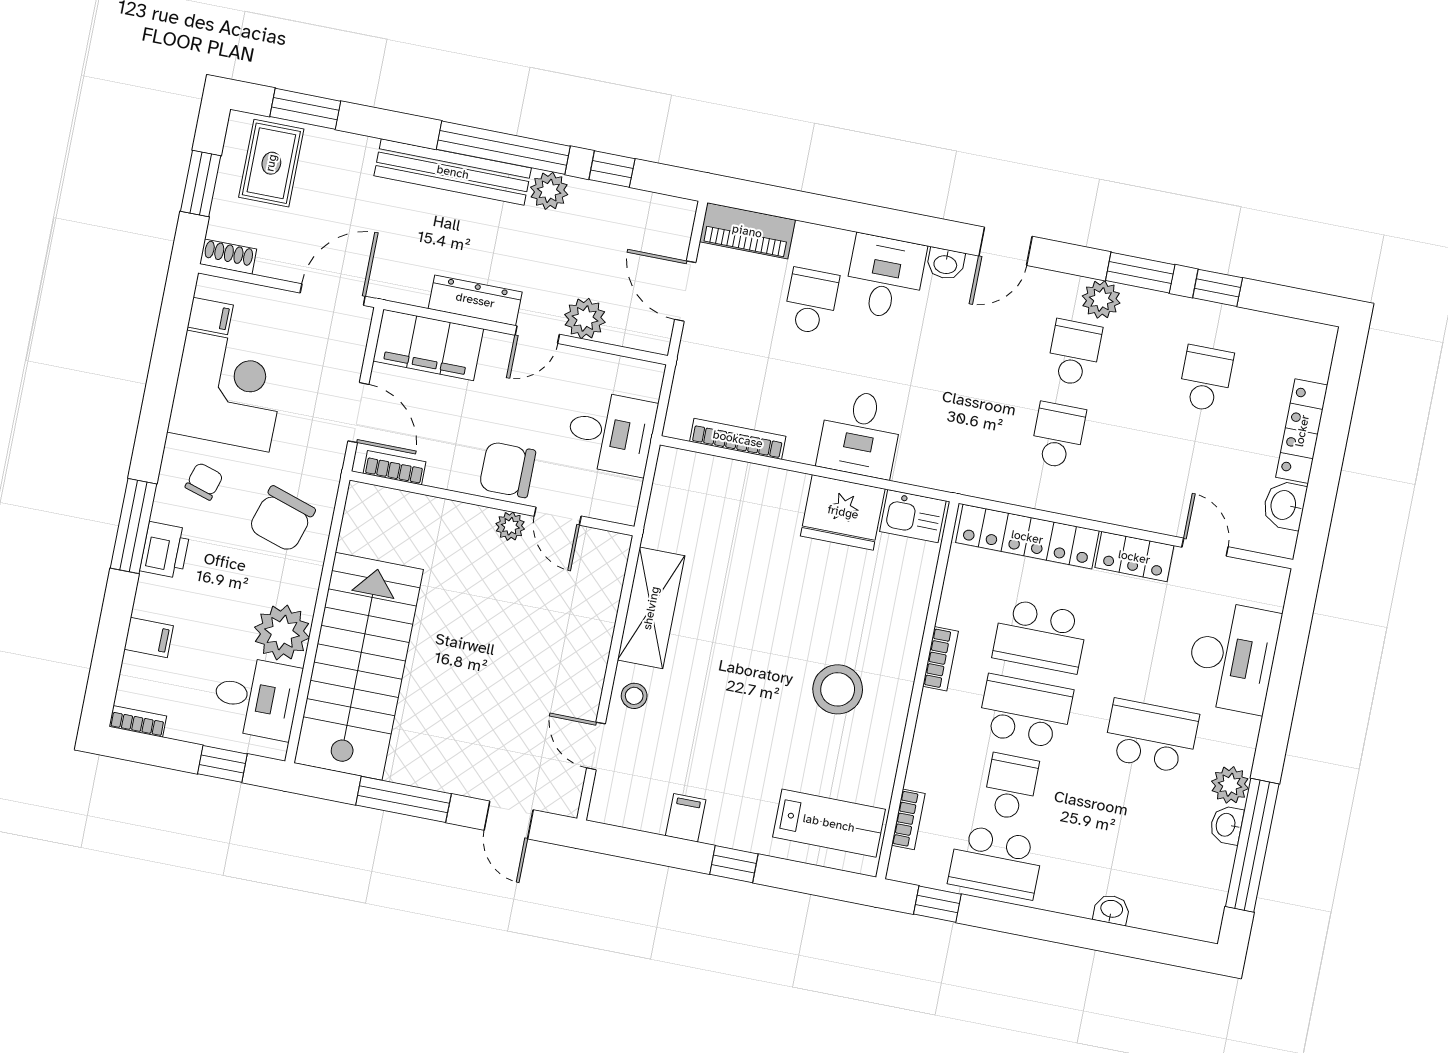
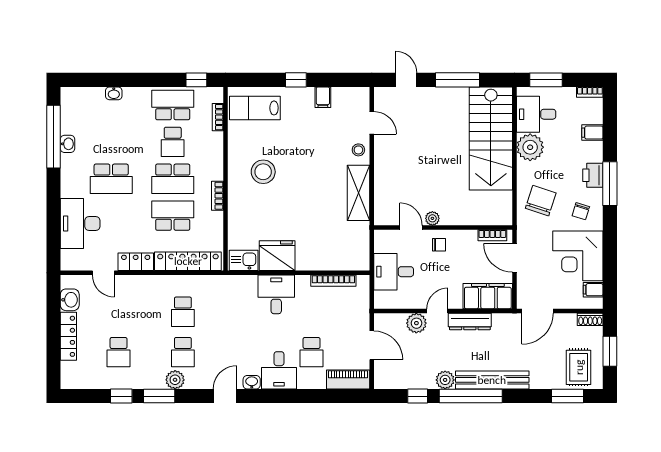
chair: (507, 470) -> (439, 245), width x0.54, depth x0.54
window: (222, 764) -> (546, 80), width x1.50
plant: (1230, 785) -> (70, 163), removed

